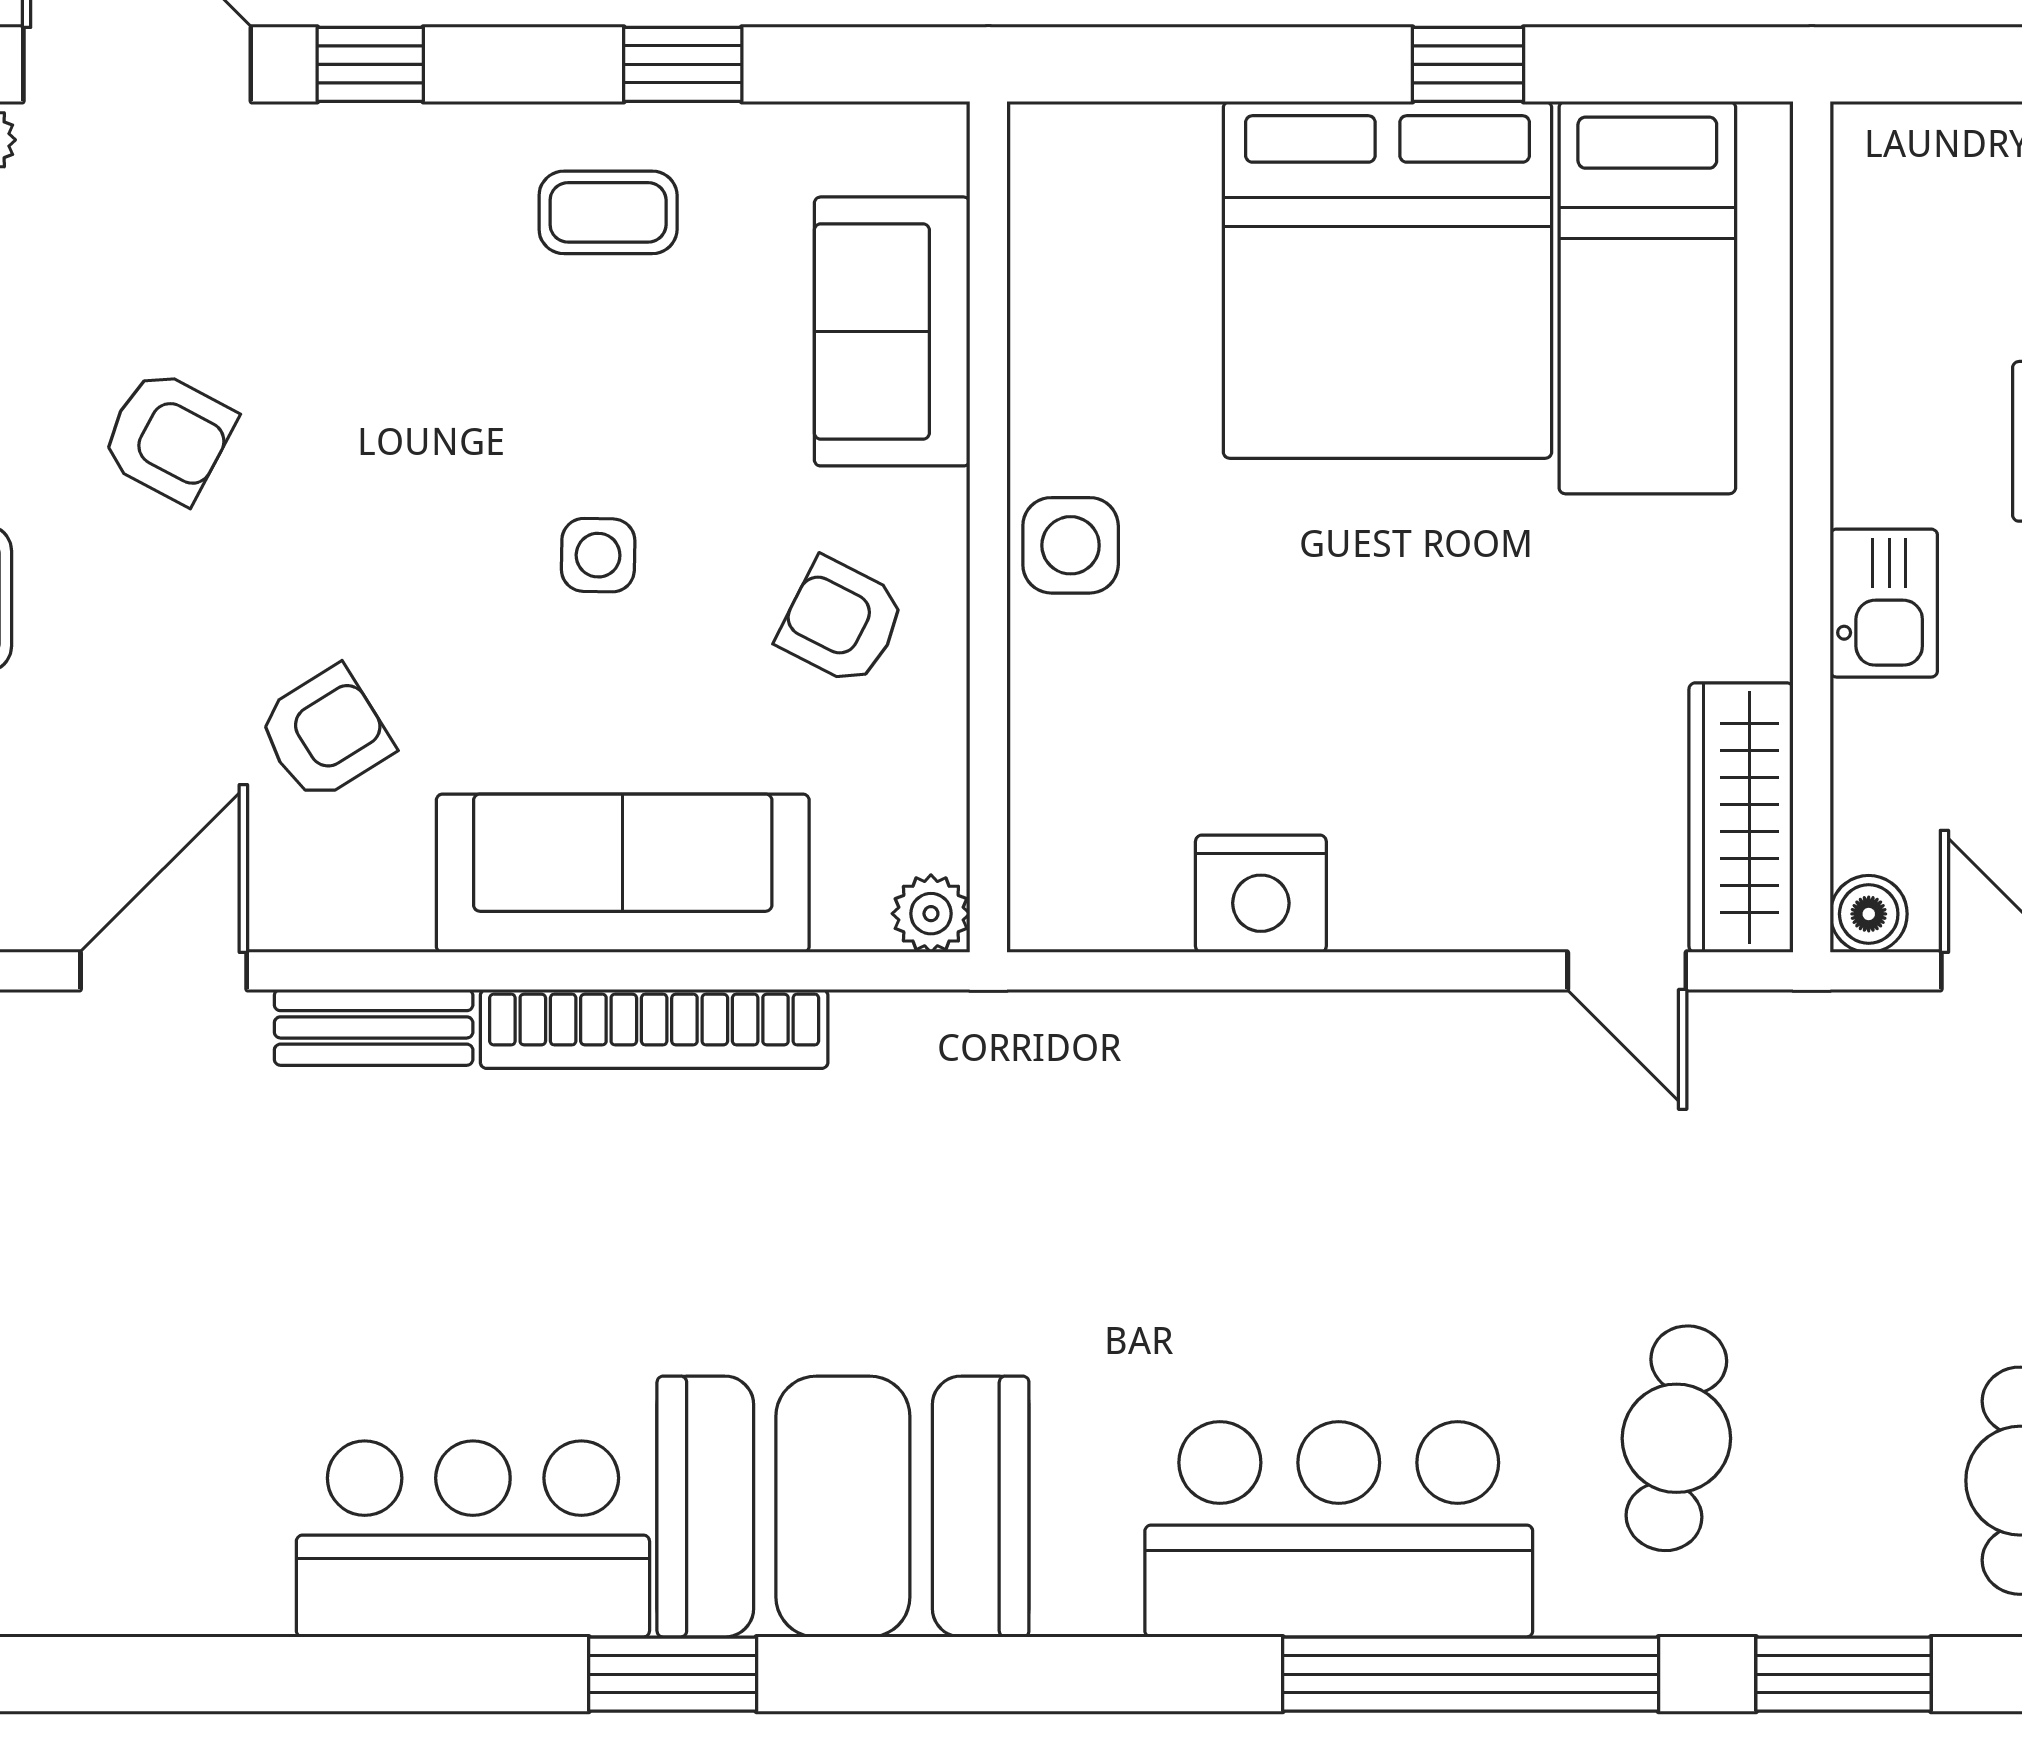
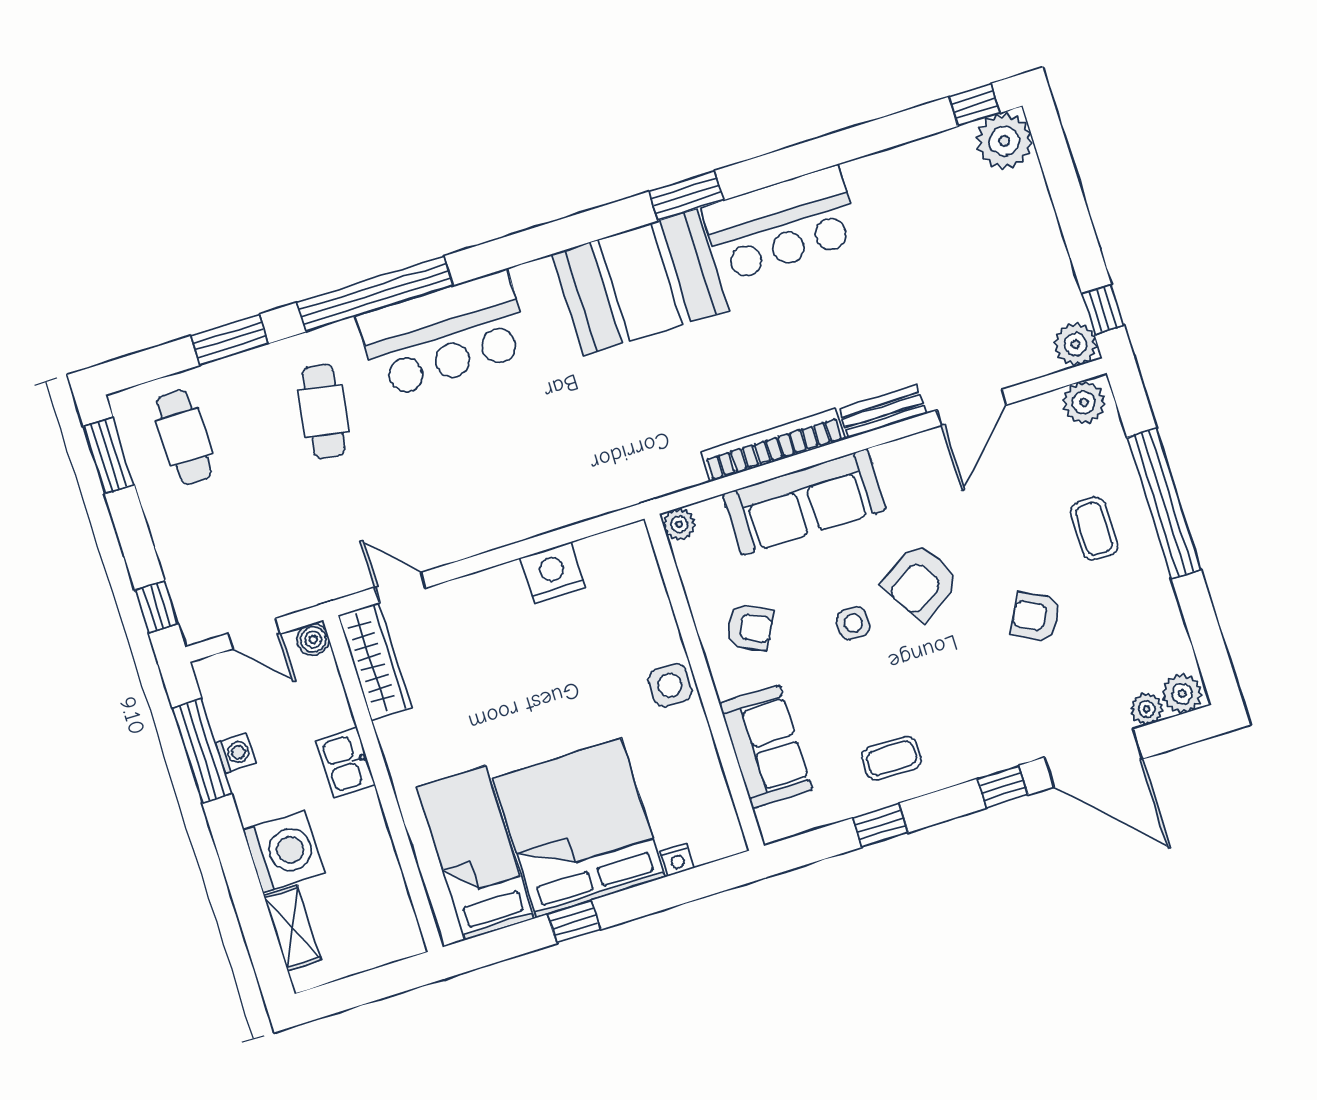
nightstand: (1182, 133) -> (677, 860), added
armchair: (325, 734) -> (921, 582), moved, width x1.38, depth x1.38

